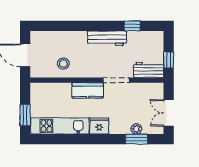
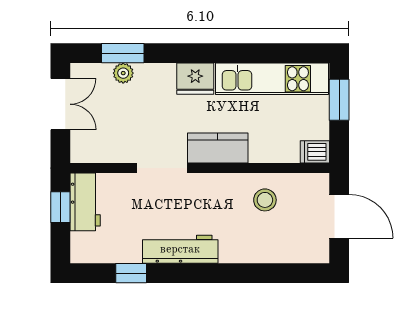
workbench: (149, 70) -> (85, 202), moved, turned -90
dishwasher: (38, 88) -> (315, 152), added

